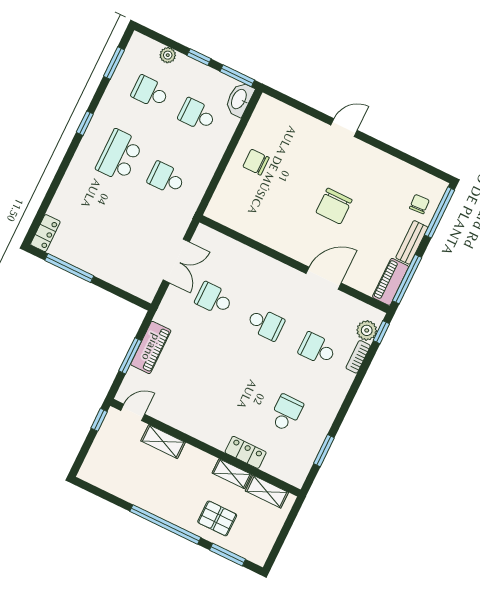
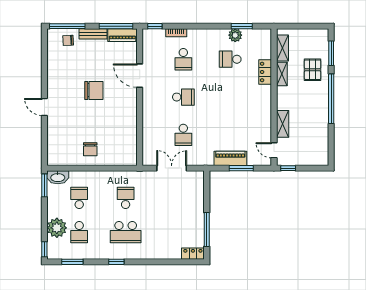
plant: (168, 55) -> (57, 228), width x1.87, depth x1.87
window: (199, 57) -> (44, 249), moved
school desk: (197, 115) -> (79, 198), turned 180
school desk: (166, 178) -> (126, 198), turned 180
school desk: (266, 324) -> (183, 97), turned 90
plant: (367, 330) -> (235, 35), moved

